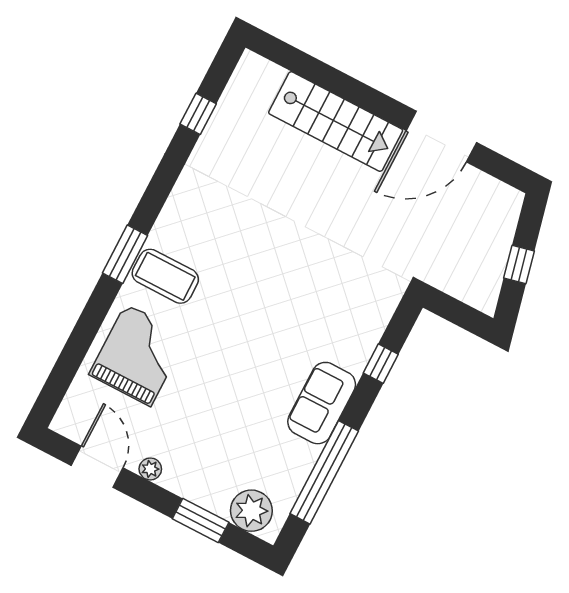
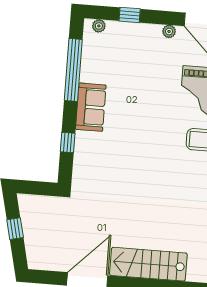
plant: (251, 511) -> (99, 26), width x0.53, depth x0.53
window: (201, 521) -> (130, 15), width x0.67

